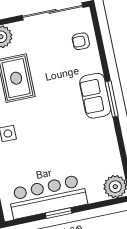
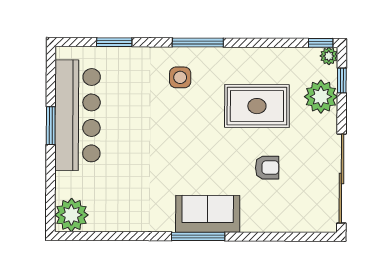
armchair: (81, 41) -> (267, 168), moved, turned 90

